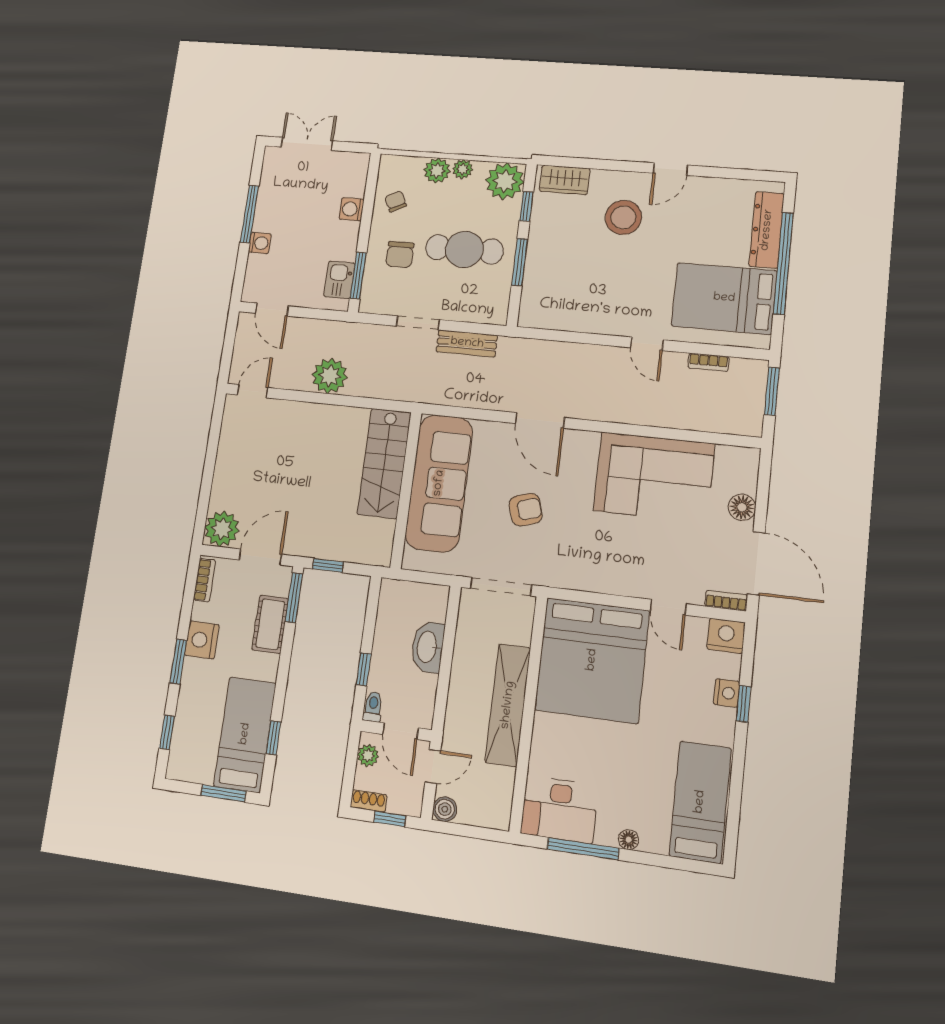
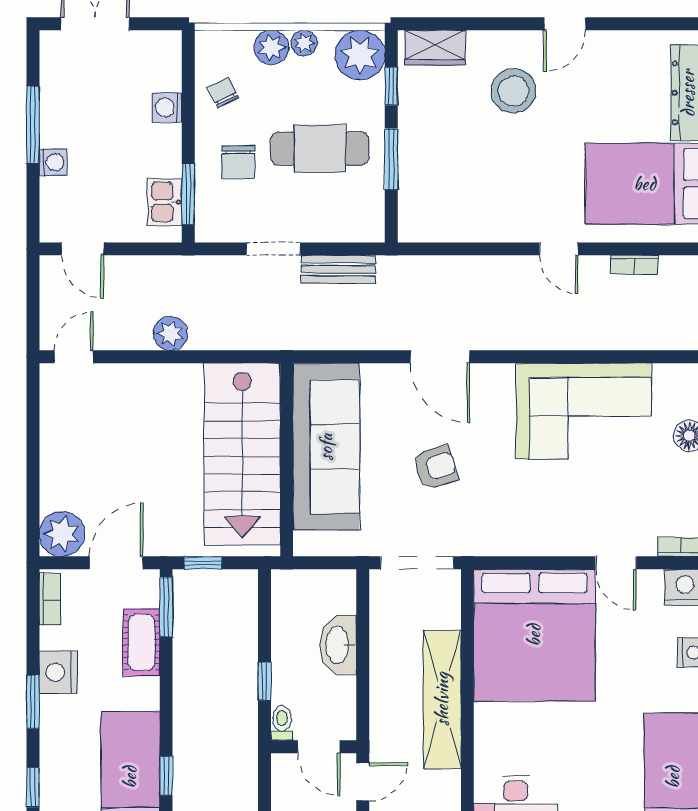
plant: (330, 376) -> (170, 333), width x0.73, depth x0.73
stairs: (384, 463) -> (242, 454), width x1.36, depth x1.51
plant: (368, 755) -> (284, 780), removed

